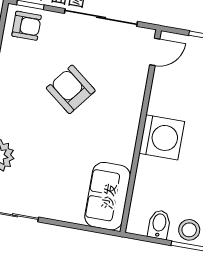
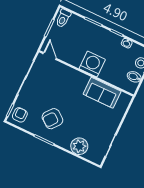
armchair: (71, 89) -> (52, 119), moved
sofa: (108, 196) -> (102, 93), moved

